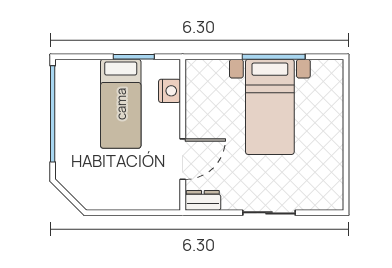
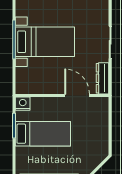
nightstand: (170, 91) -> (23, 104), moved
dresser: (203, 200) -> (103, 78), width x1.44

